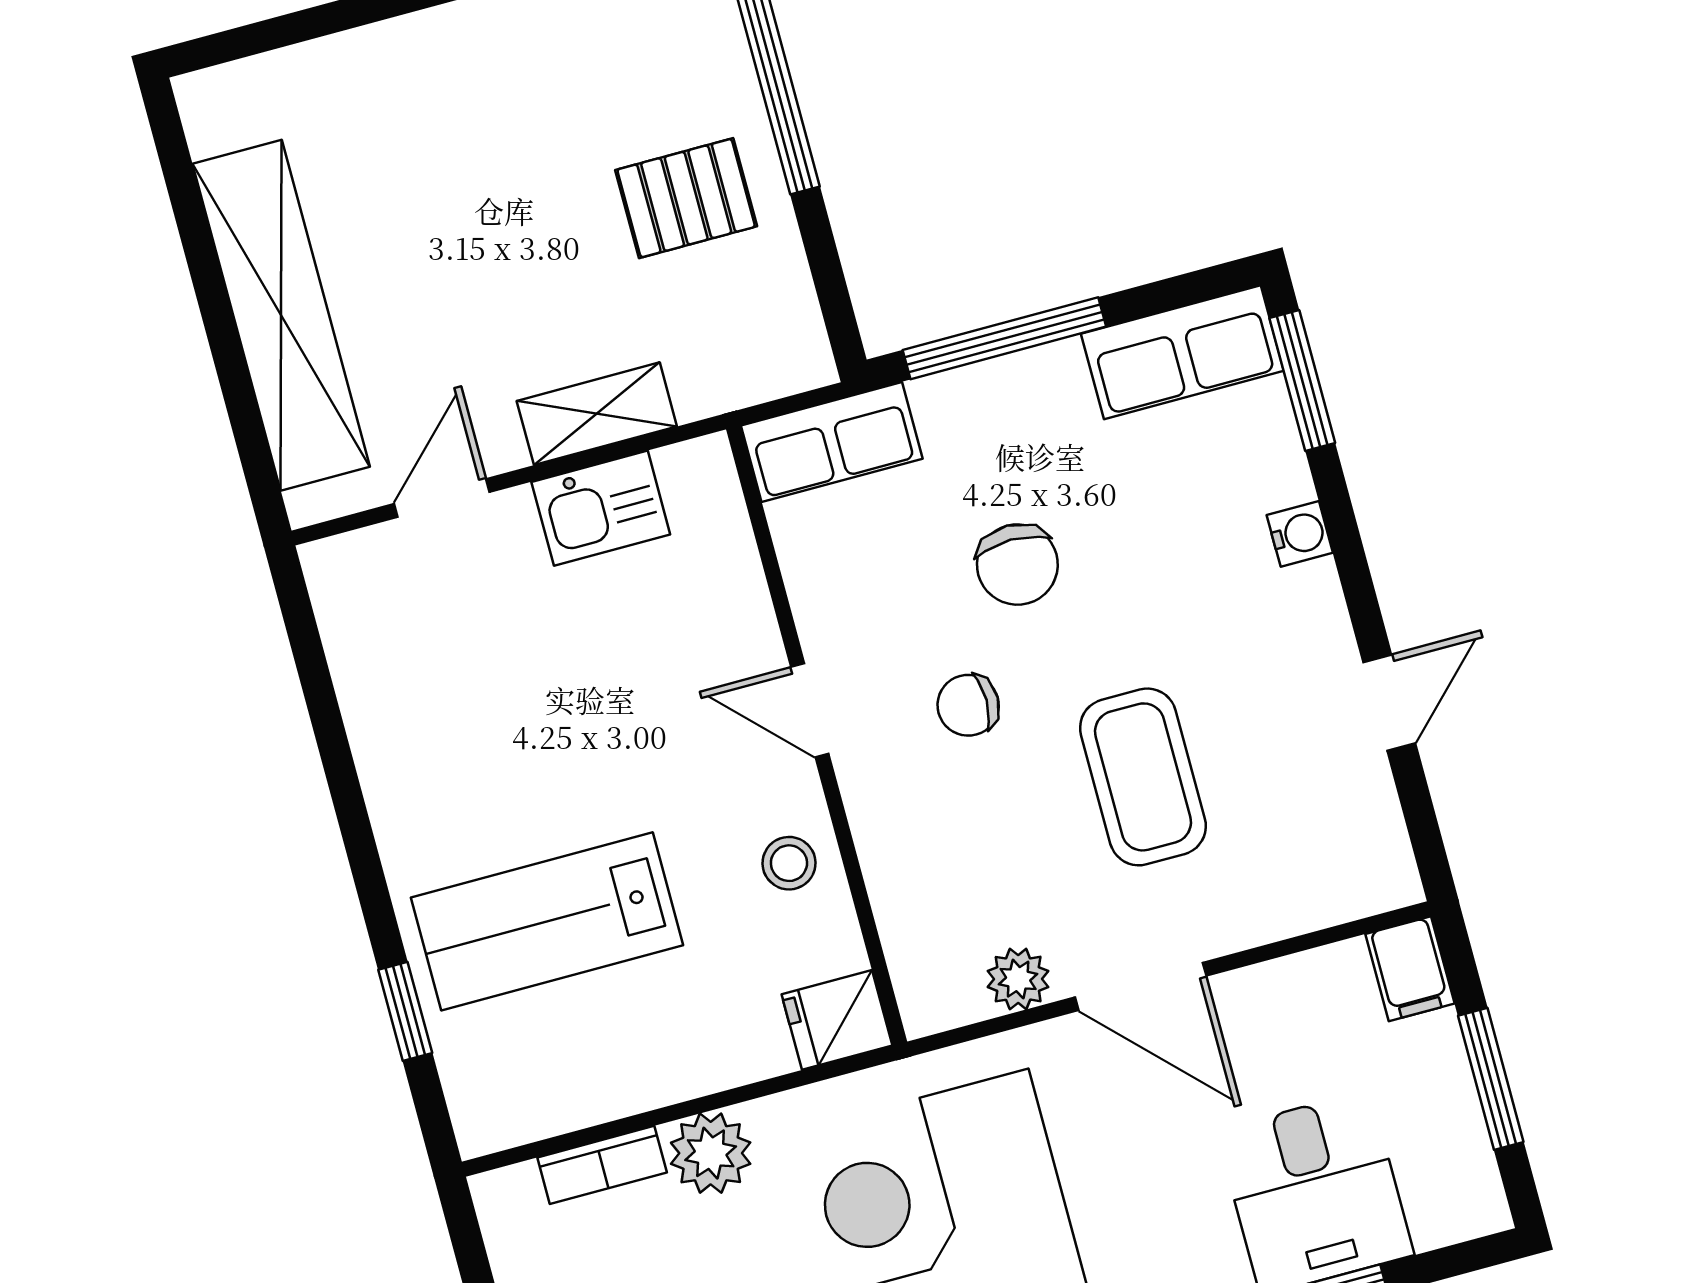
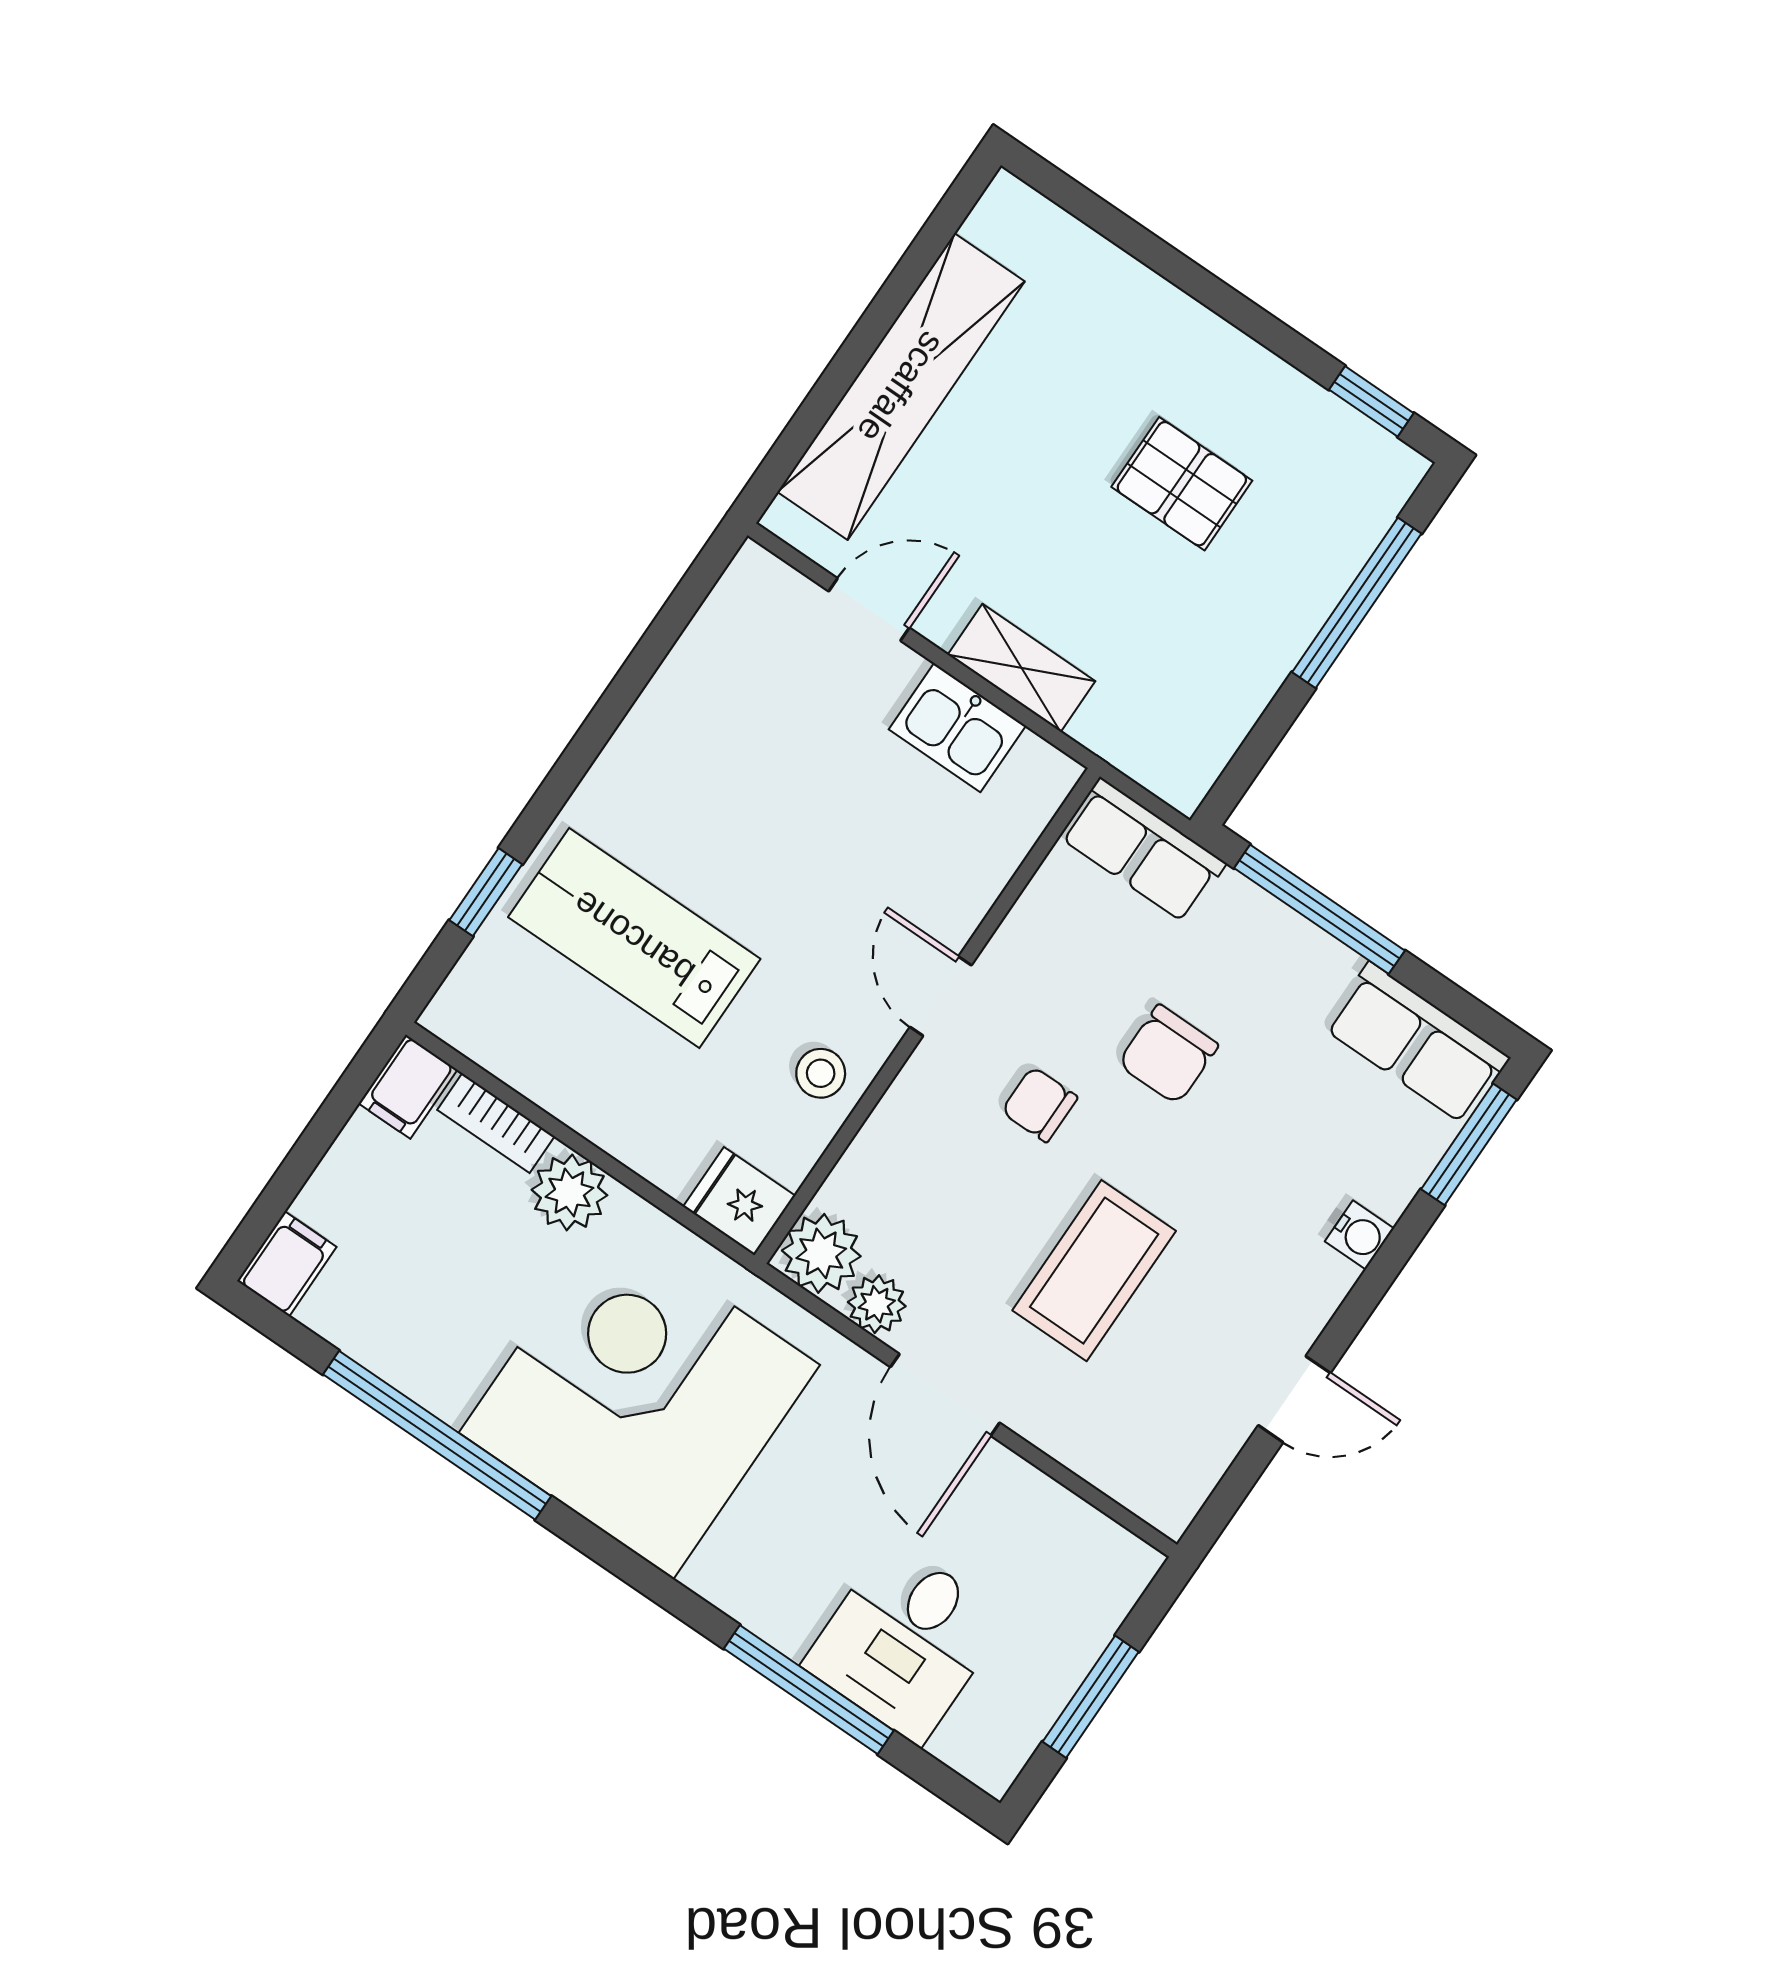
pallet: (686, 198) -> (1182, 484), moved
filing cabinet: (1410, 969) -> (408, 1087), moved
plant: (937, 989) -> (821, 1253), added

